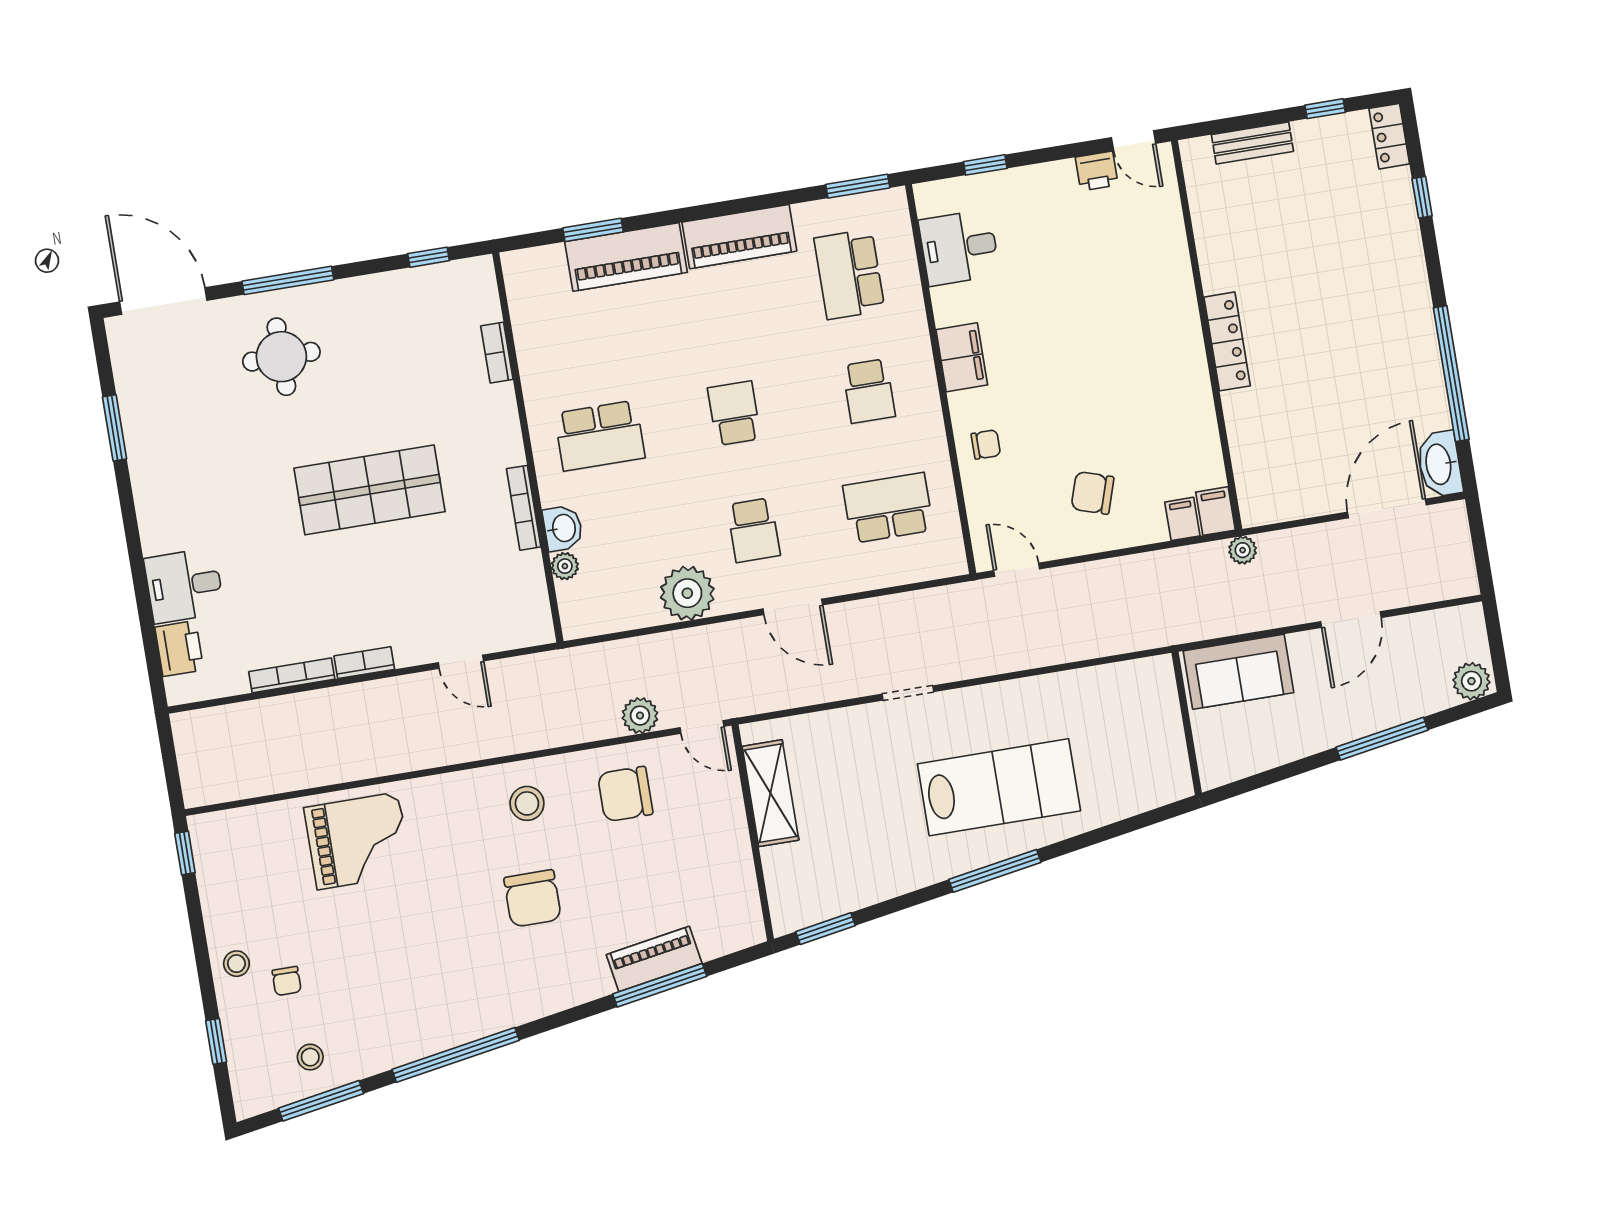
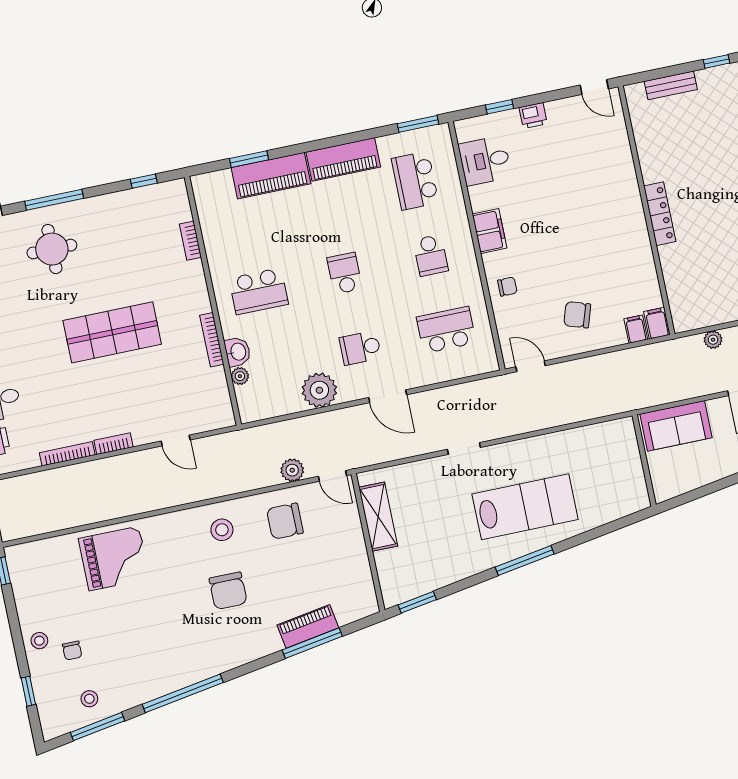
printer: (1097, 171) -> (533, 116), moved
school desk: (754, 530) -> (360, 348), turned 90
plant: (1243, 550) -> (713, 340), moved

